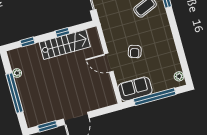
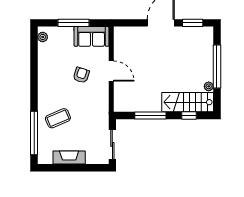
window: (62, 32) -> (150, 115), width x2.17
stairs: (65, 45) -> (188, 102), moved
window: (155, 97) -> (74, 23), width x0.68

